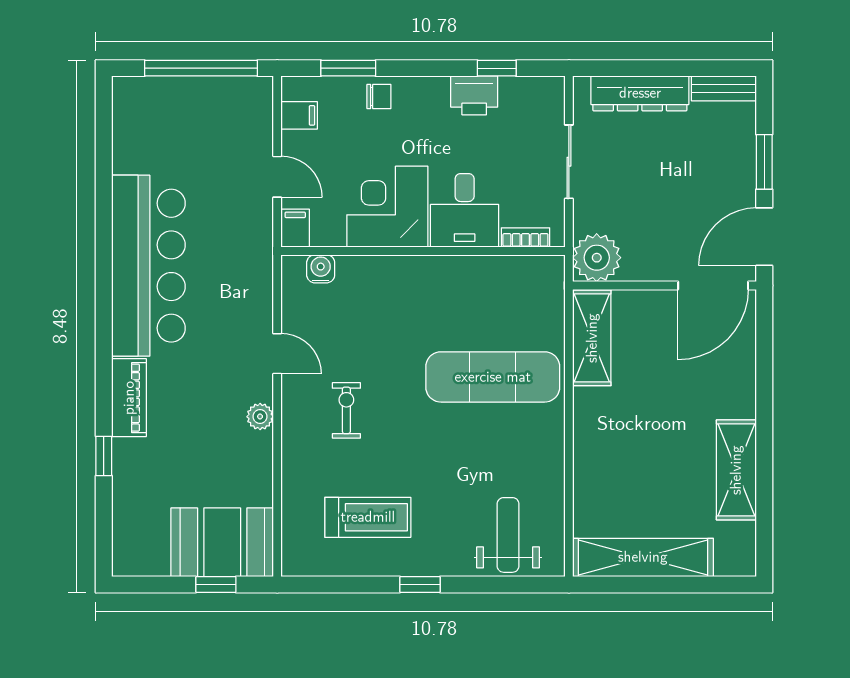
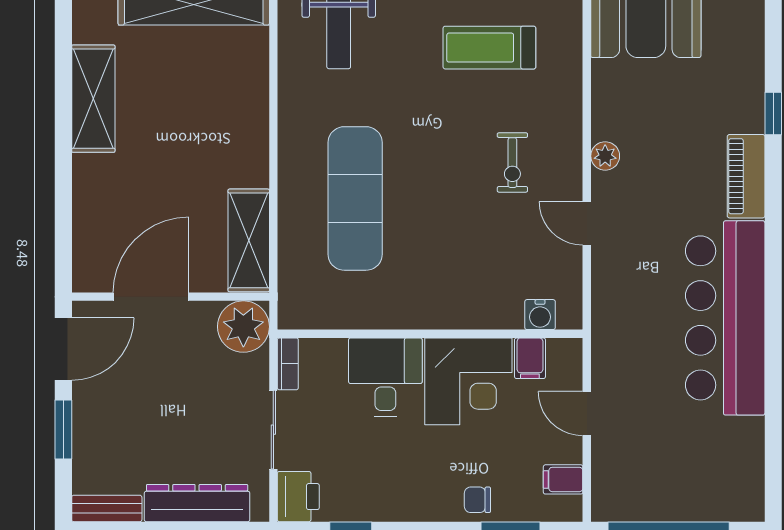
printer: (474, 95) -> (298, 497), moved, turned 90
filing cabinet: (295, 228) -> (530, 358), moved
bookcase: (525, 238) -> (288, 364), moved, turned -90
door: (713, 286) -> (151, 297), moved
exercise mat: (493, 377) -> (355, 198), turned 90

